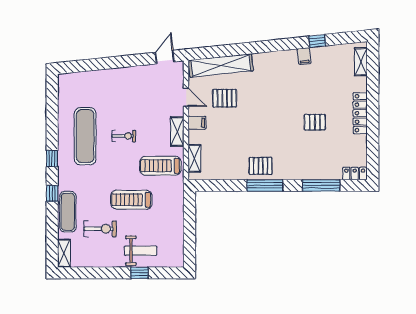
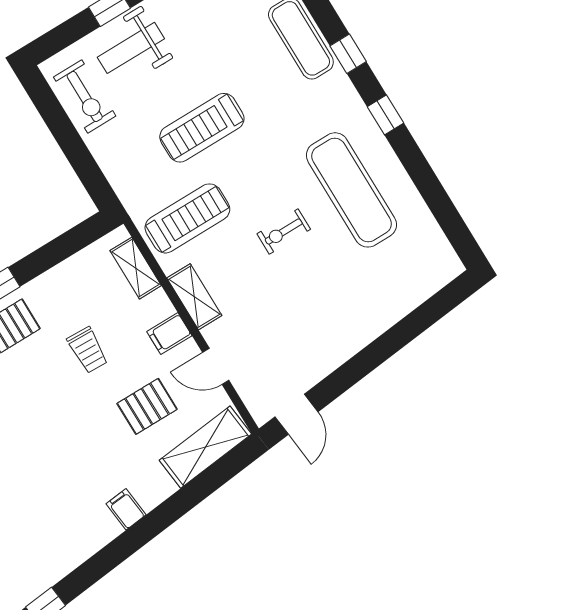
filing cabinet: (304, 56) -> (126, 509), moved
shelving: (221, 65) -> (205, 447), width x0.68
trolley: (235, 137) -> (88, 350), added
treadmill: (131, 200) -> (202, 128), turned 180
exercise bike: (100, 229) -> (85, 97), moved, turned -90

